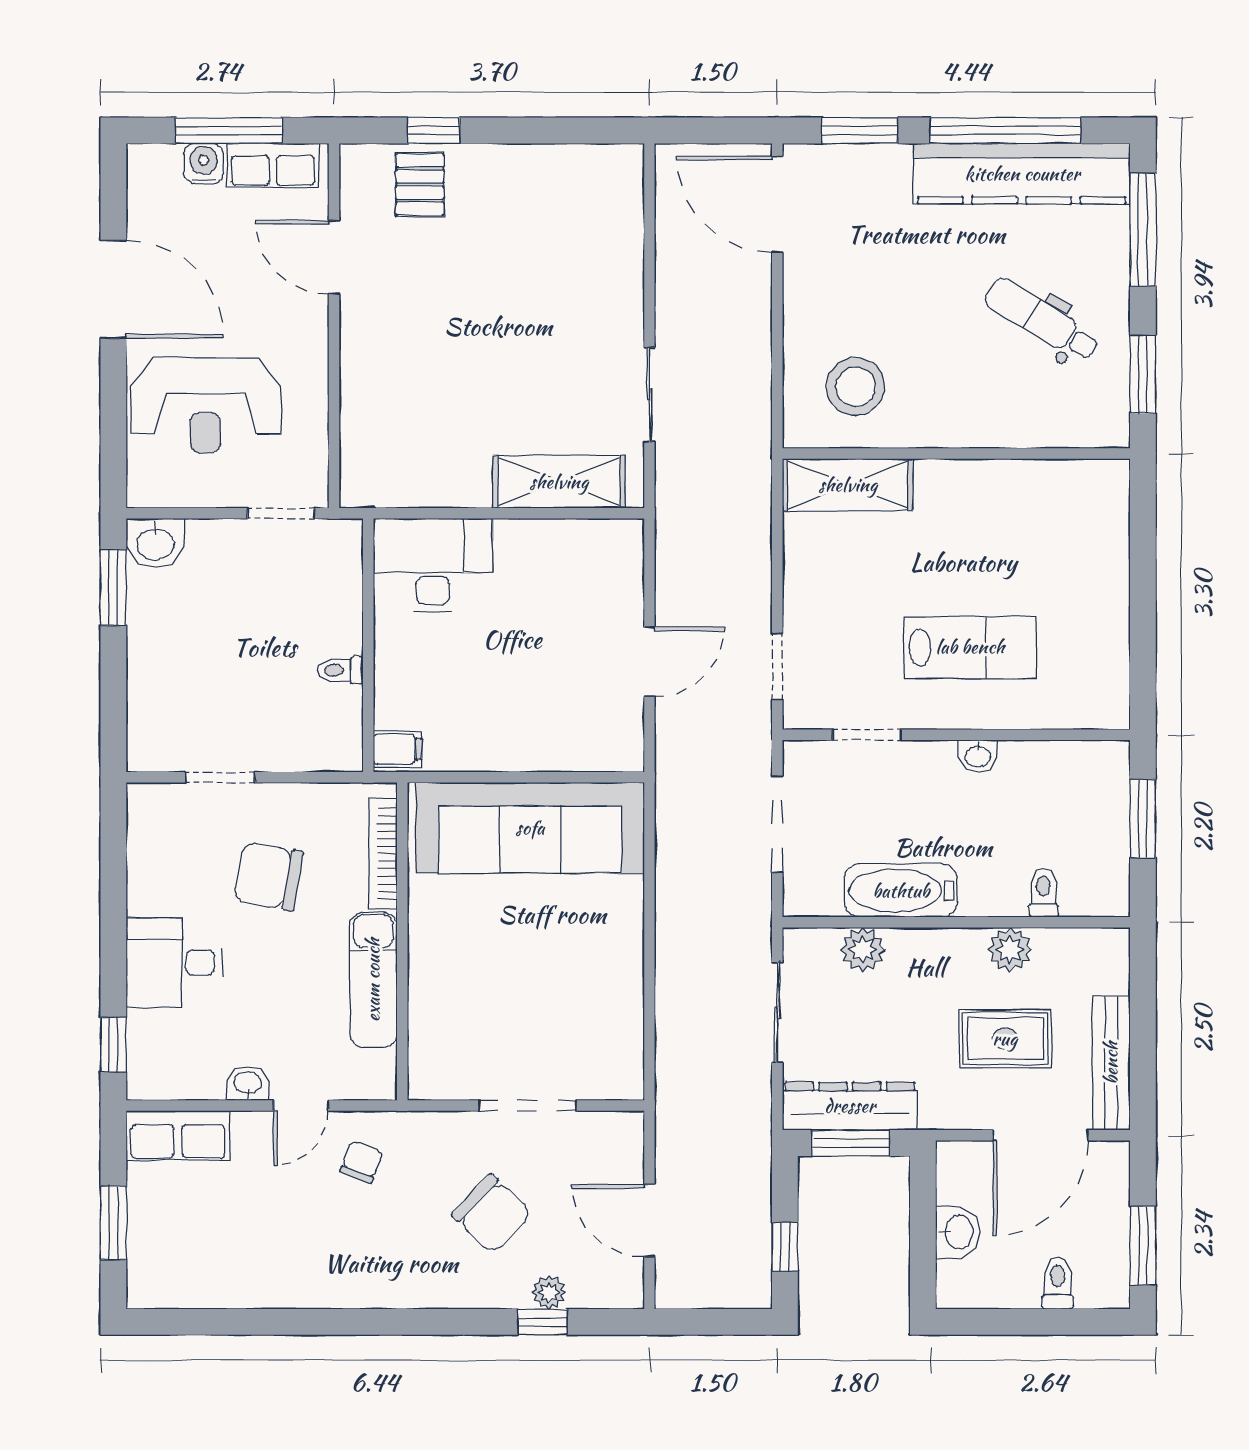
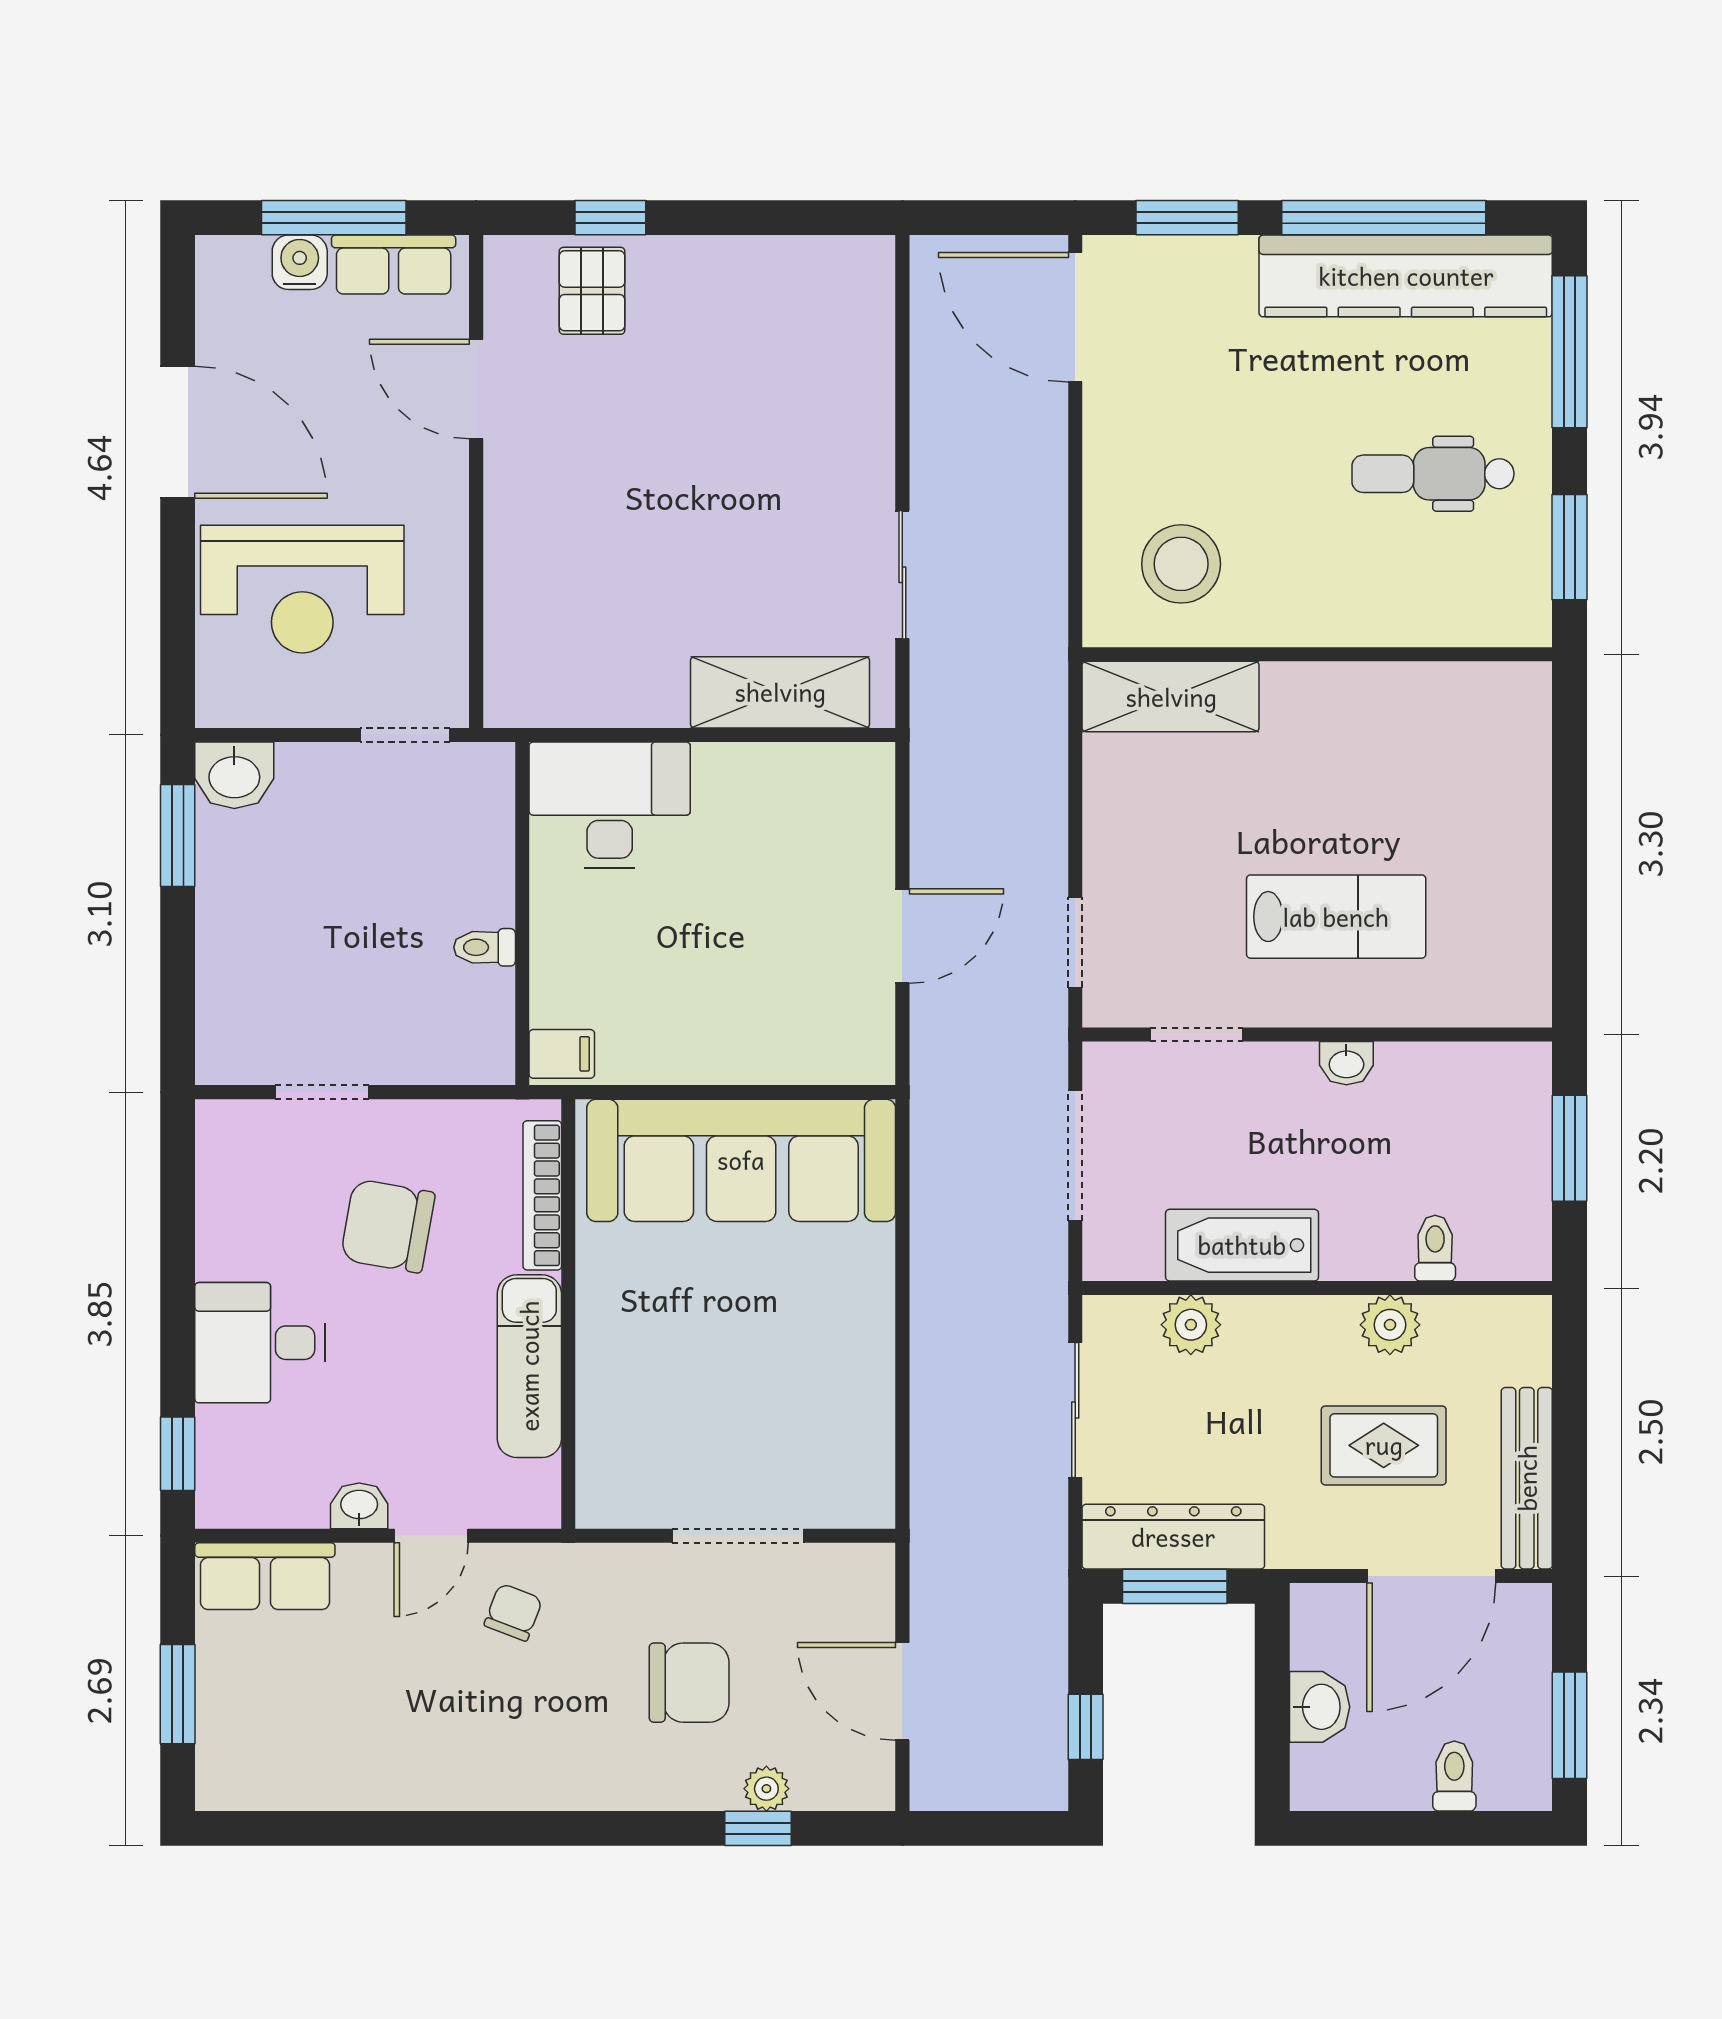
dental chair: (1042, 320) -> (1433, 474), turned -31
chair: (492, 1214) -> (689, 1683), turned -44

